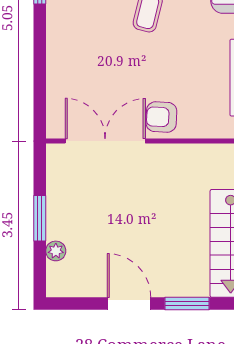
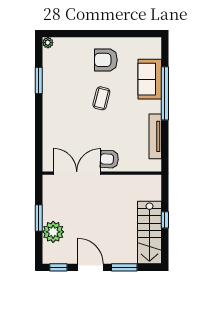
plant: (56, 251) -> (53, 232), width x1.88, depth x1.88
window: (74, 304) -> (58, 267), added

